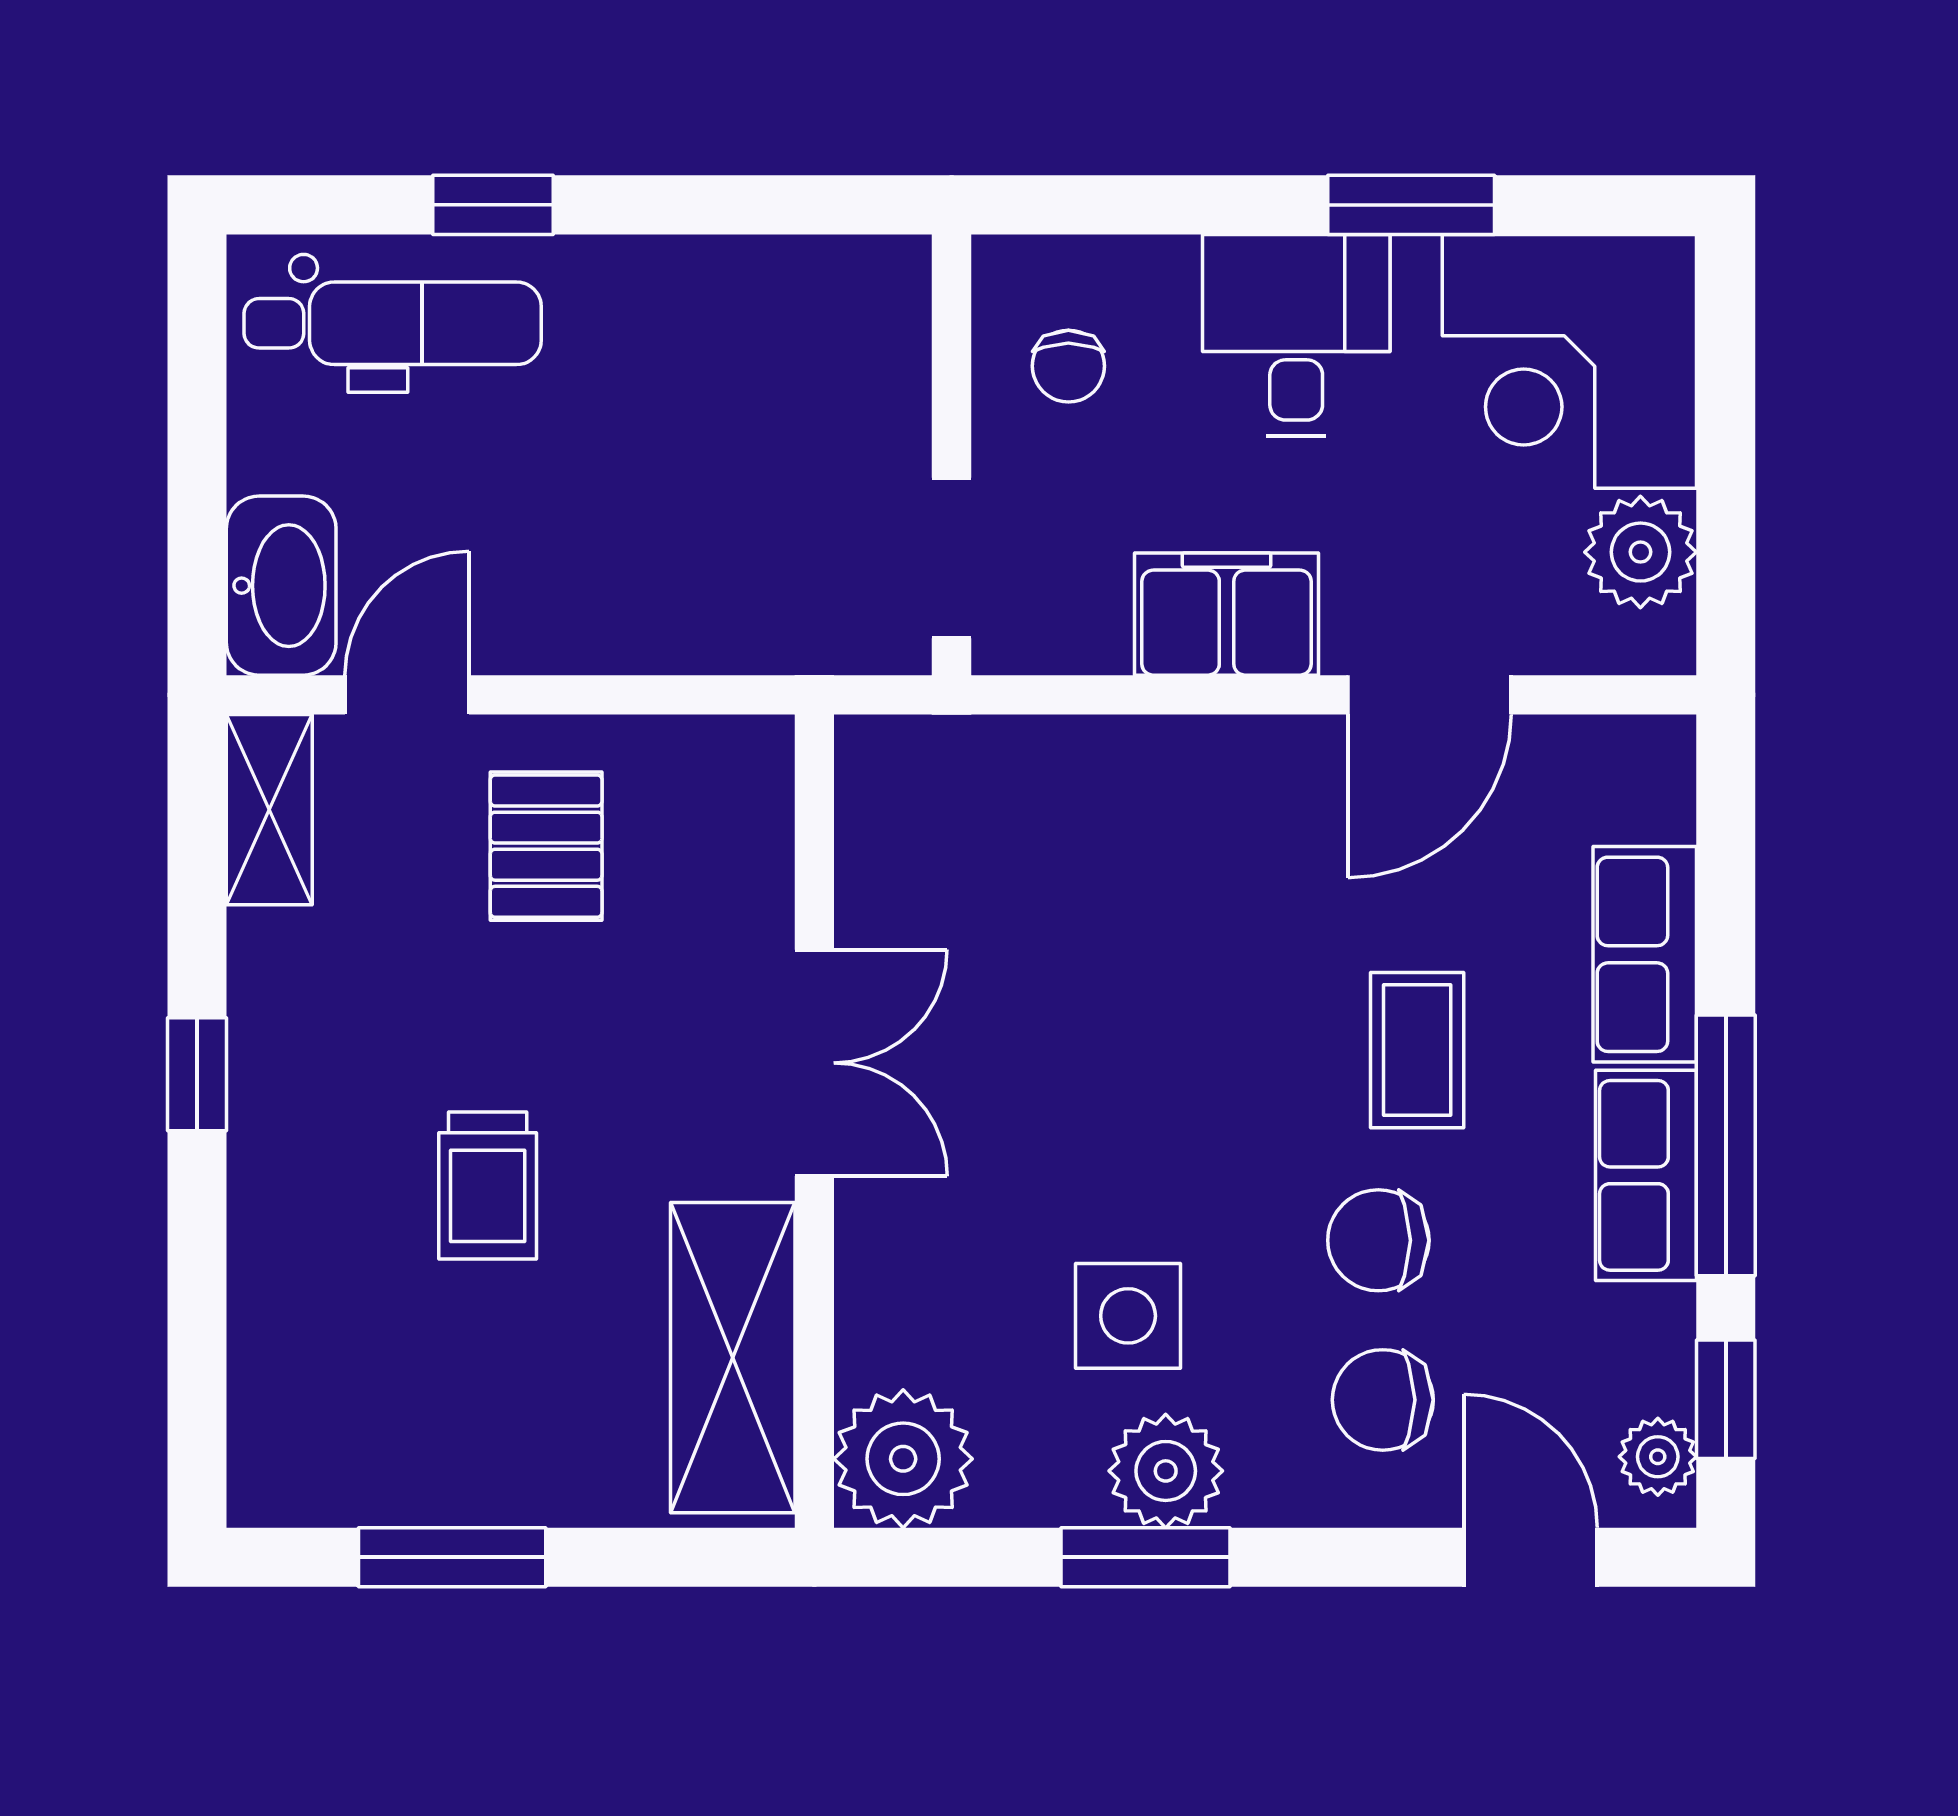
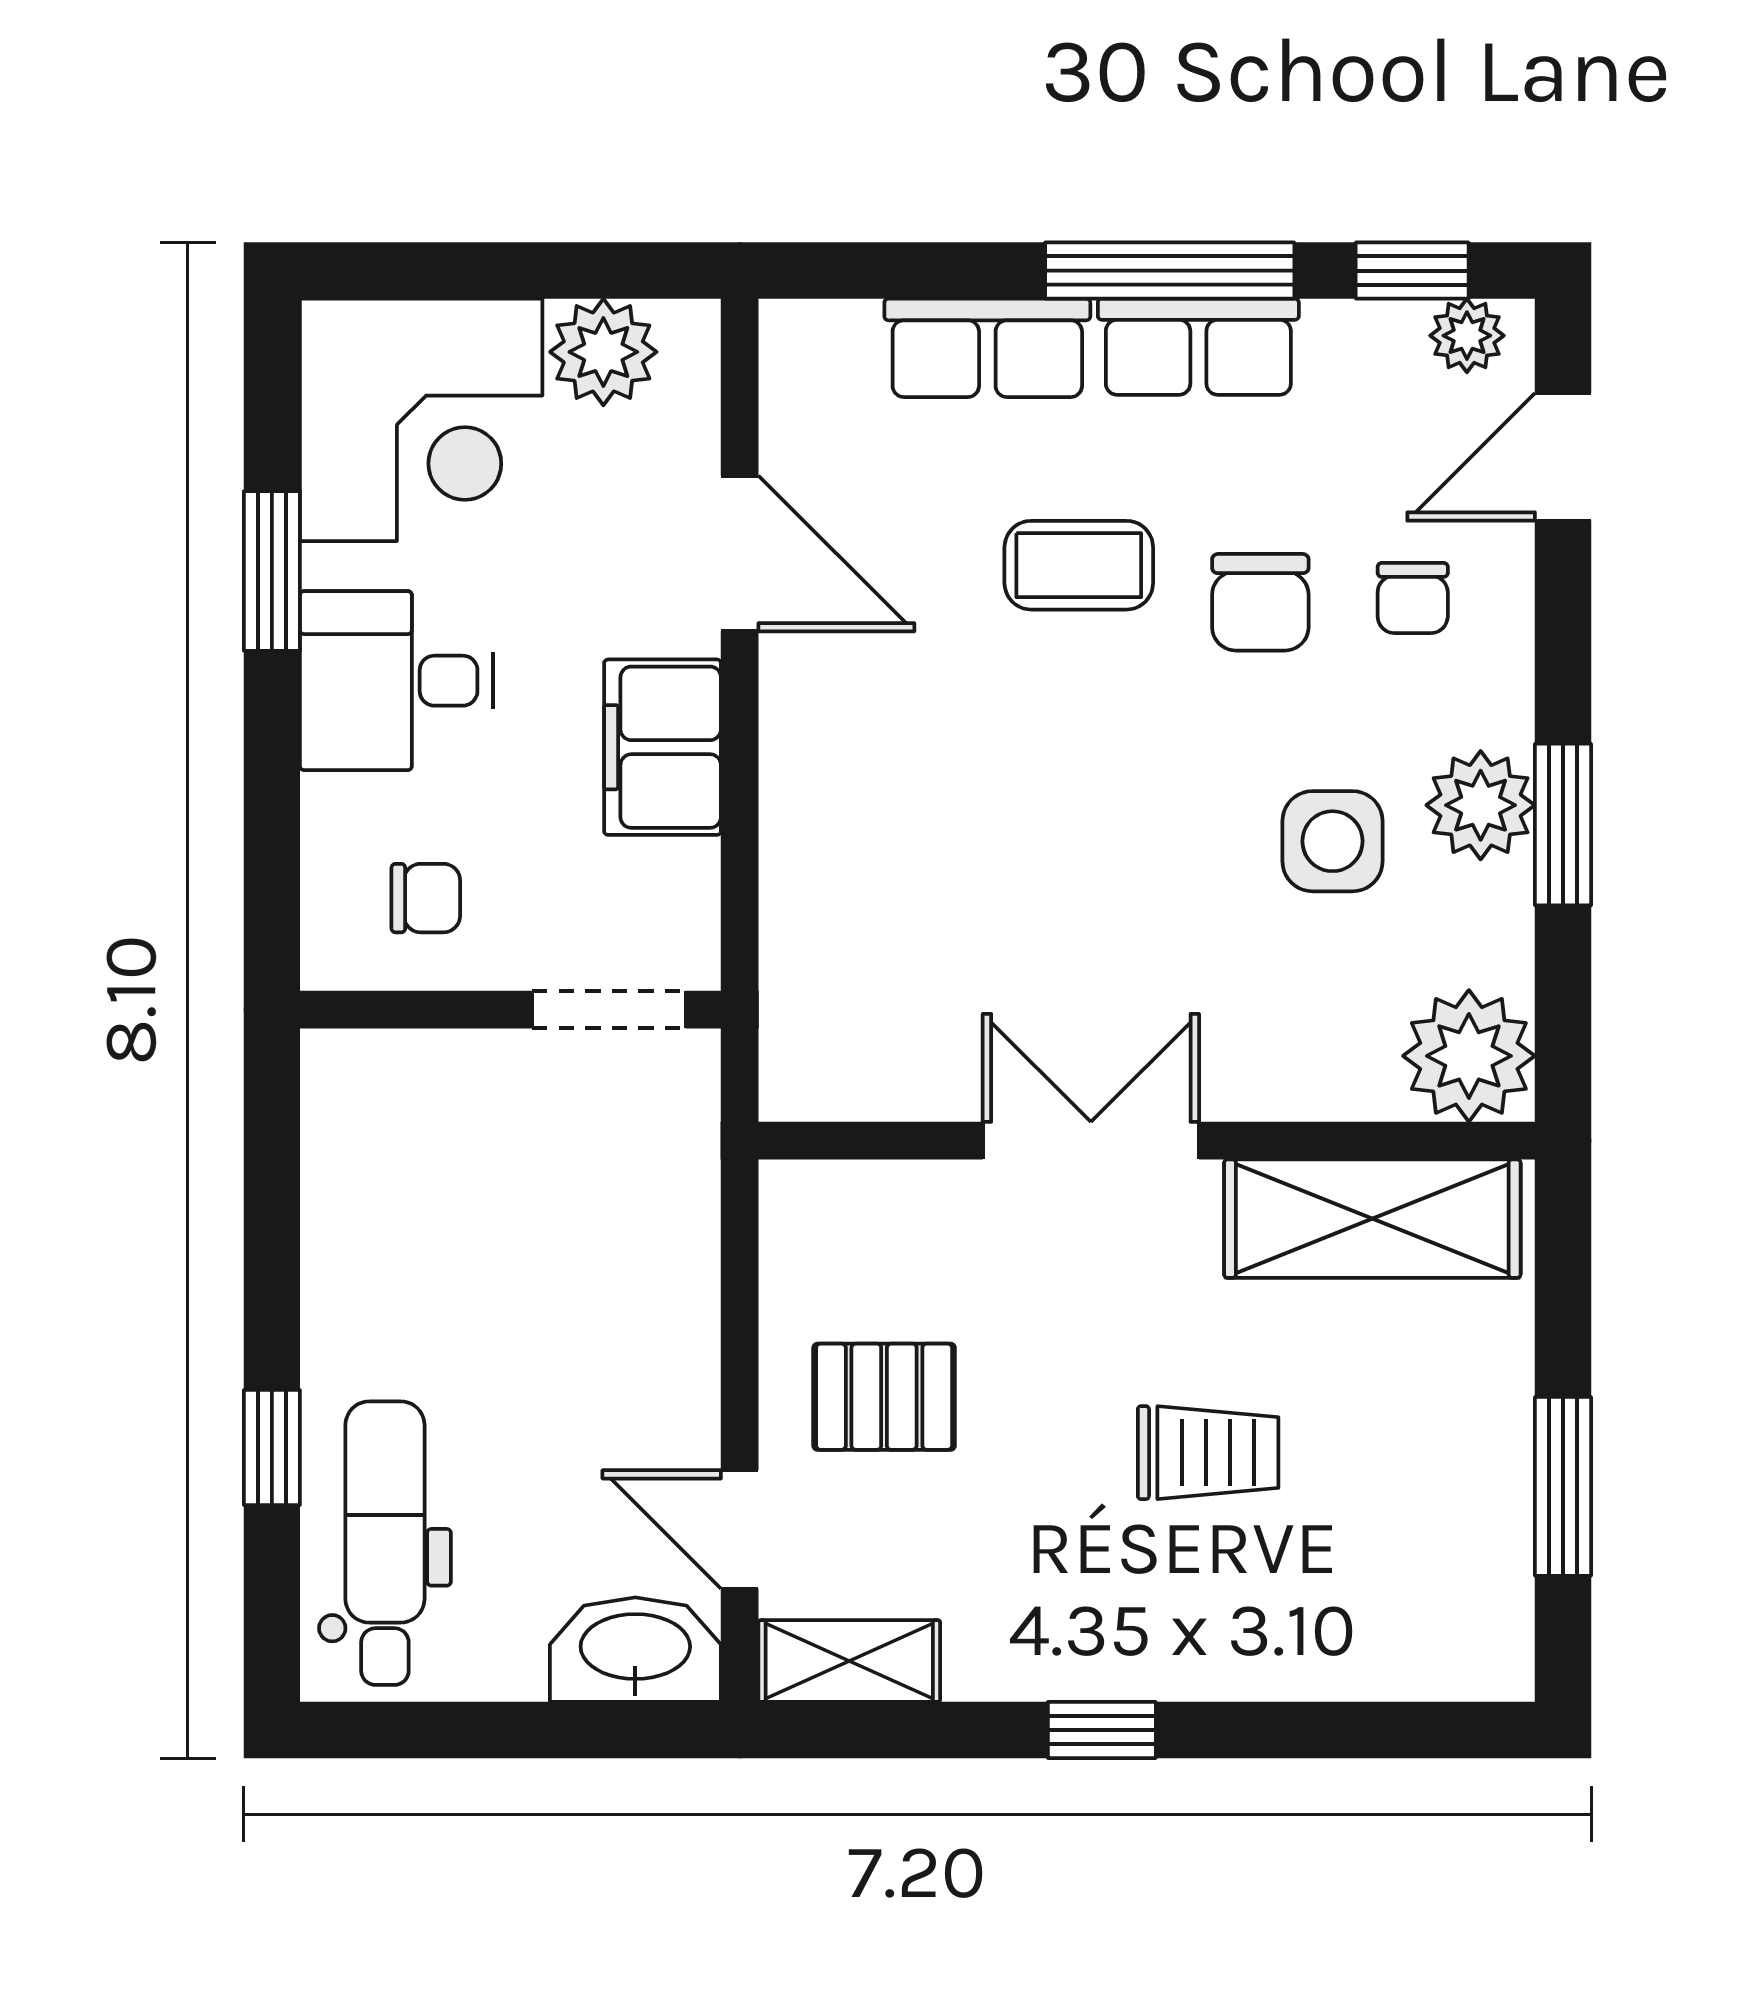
chair: (1383, 1400) -> (1413, 598), width x0.73, depth x0.73

